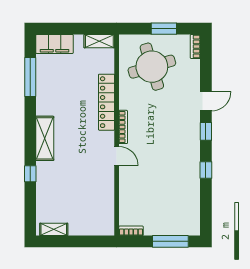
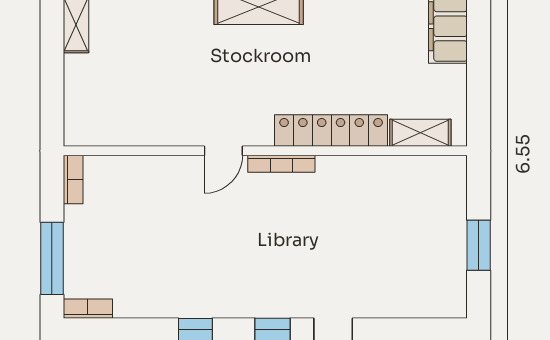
shelving: (99, 41) -> (420, 133), moved, turned 90
bookcase: (195, 46) -> (88, 309), moved
round table: (152, 67) -> (402, 221), removed

